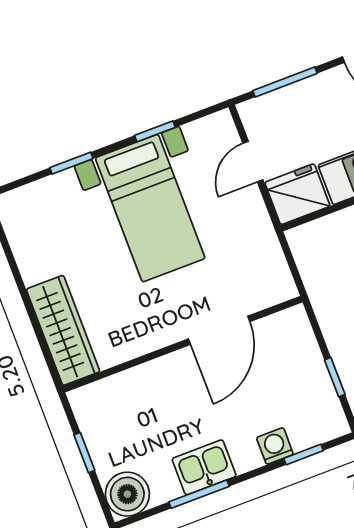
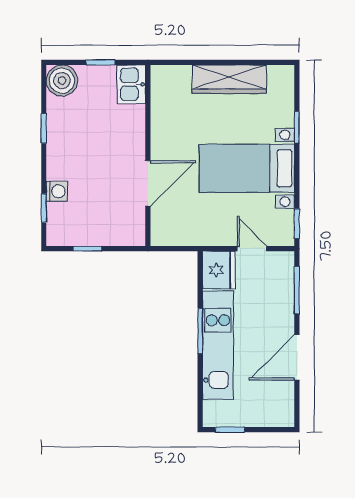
window: (155, 131) -> (297, 224), moved
wardrobe: (63, 330) -> (229, 79), moved
door: (219, 330) -> (148, 183), swing flipped
kitchen sink: (204, 467) -> (131, 84), moved, turned 180
window: (199, 494) -> (44, 128), width x0.67

